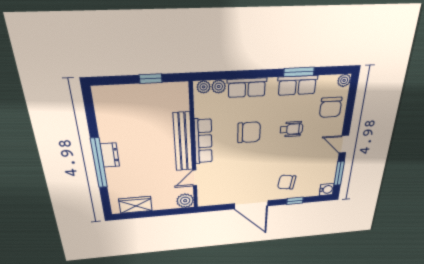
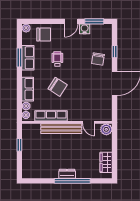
chair: (249, 132) -> (58, 87), turned 123
row of seats: (203, 141) -> (51, 116), moved
water cooler: (327, 190) -> (85, 29), moved

